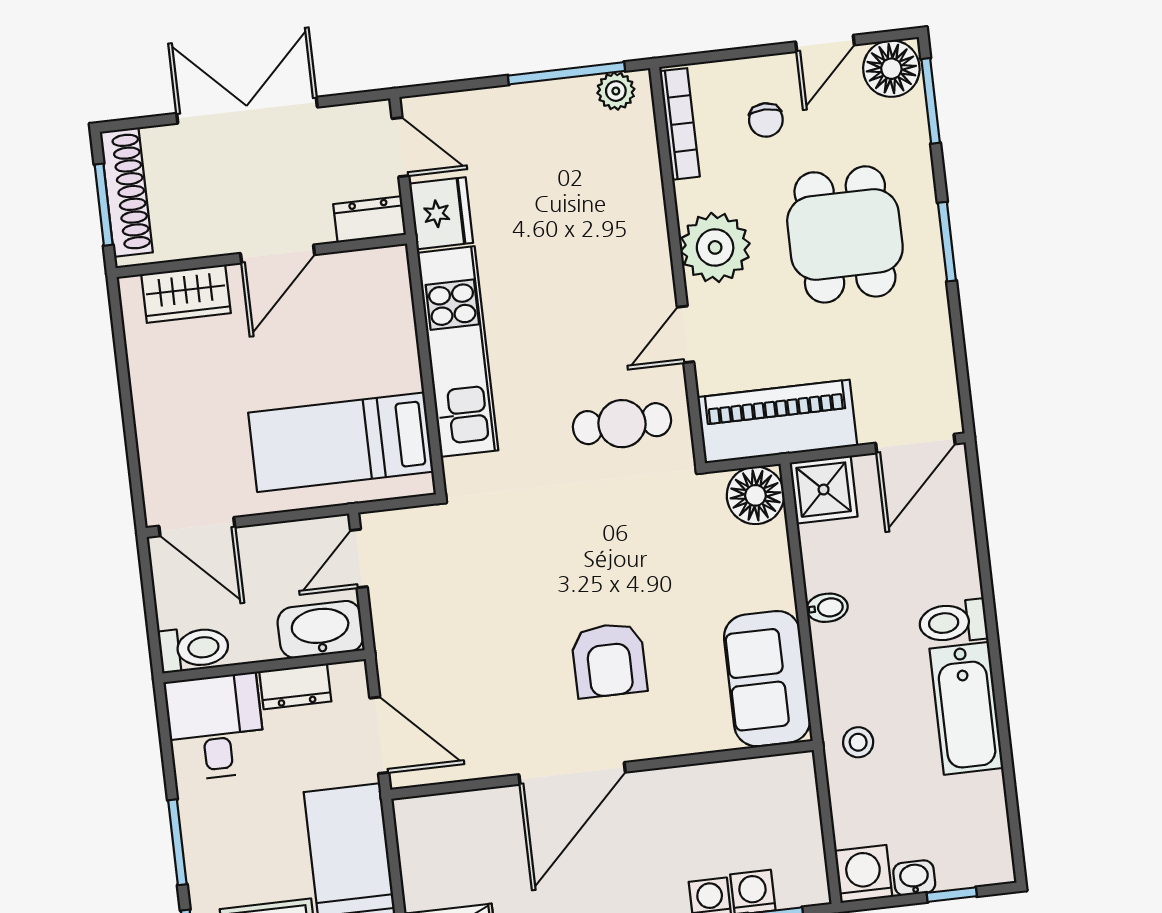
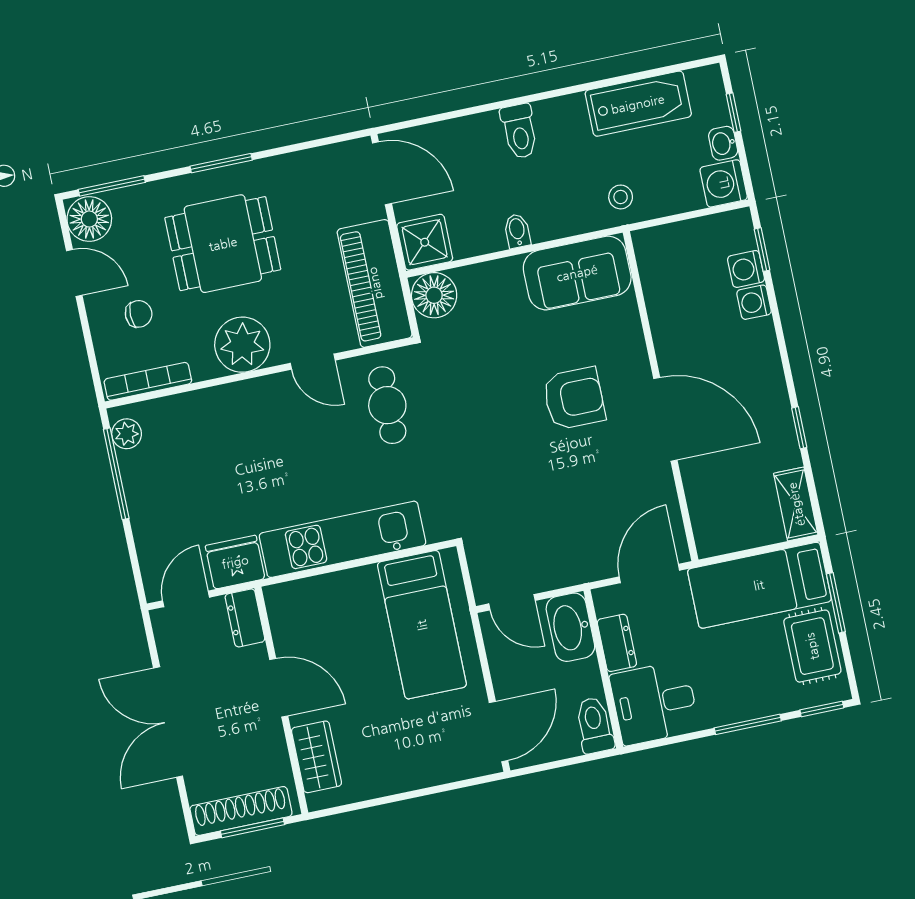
bathtub: (966, 708) -> (638, 104), moved

